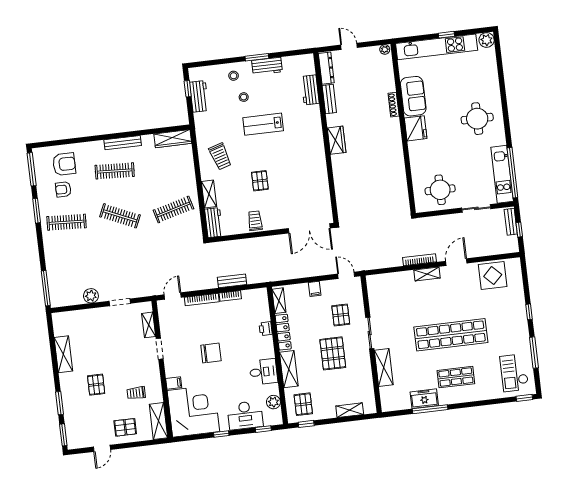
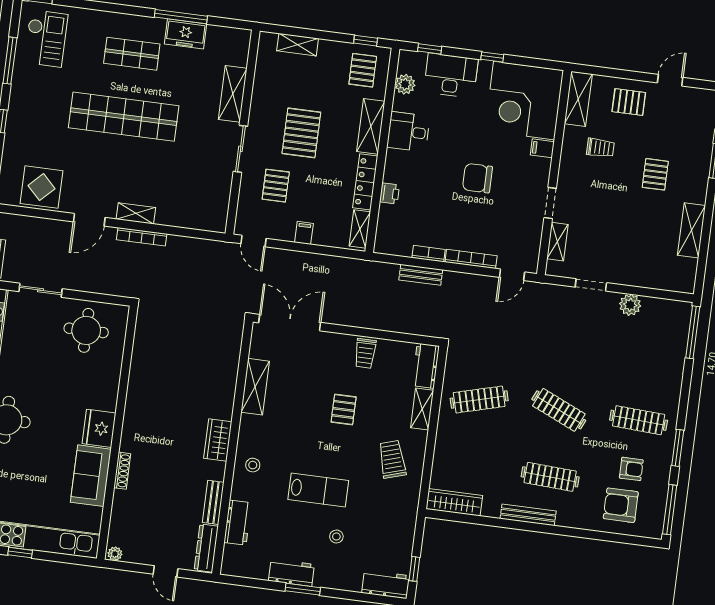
stool: (234, 76) -> (253, 465), moved
workbench: (199, 96) -> (386, 584), moved, turned 90
shelving: (321, 181) -> (255, 387), added

